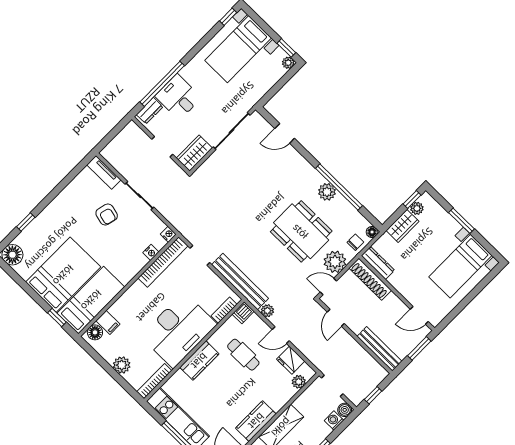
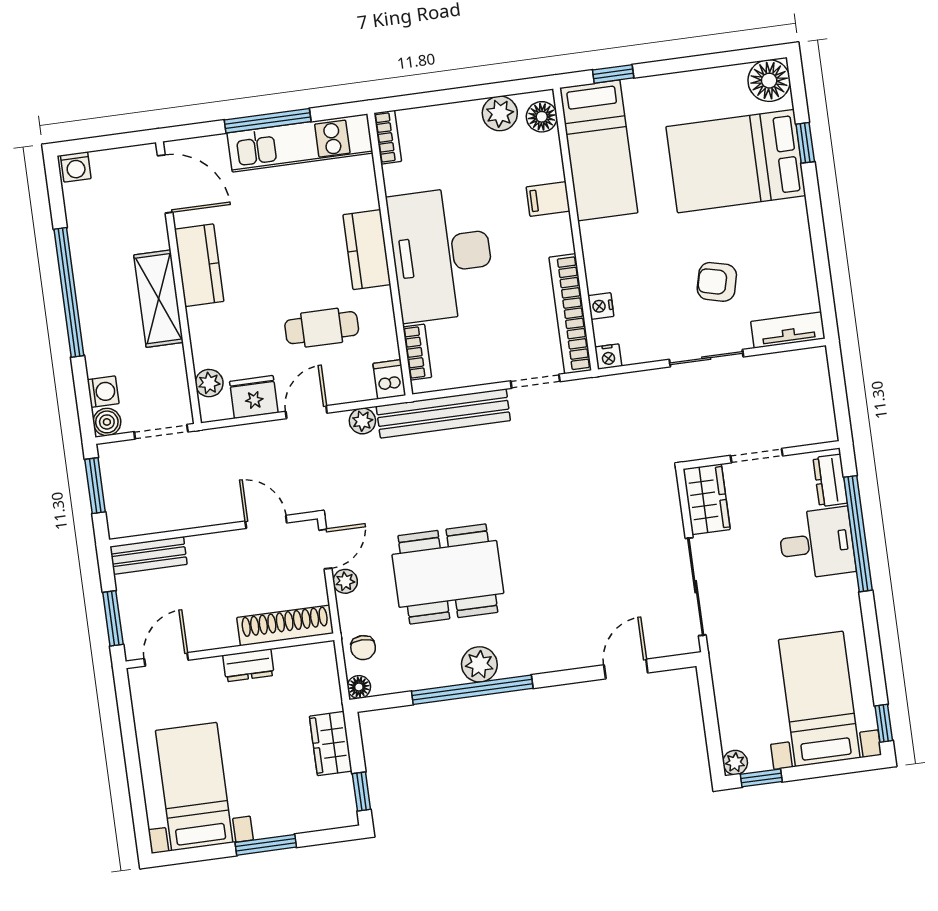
plant: (417, 208) -> (341, 788), removed
plant: (335, 262) -> (345, 581), width x0.53, depth x0.53
dresser: (378, 263) -> (248, 665), moved, width x0.70
bed: (63, 275) -> (736, 161), moved, turned 90
filing cabinet: (108, 323) -> (548, 199), moved
bench: (379, 349) -> (148, 555), width x0.73
plant: (122, 365) -> (500, 113), moved
bookcase: (154, 381) -> (388, 137), width x0.64
window: (373, 395) -> (95, 486), width x1.50

